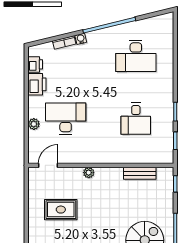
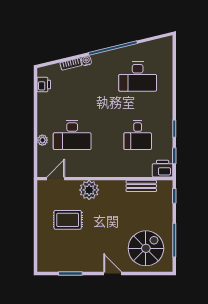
printer: (37, 84) -> (163, 169), moved, turned -90
desk: (66, 119) -> (72, 135), turned 180
plant: (89, 173) -> (89, 190), width x1.88, depth x1.88

